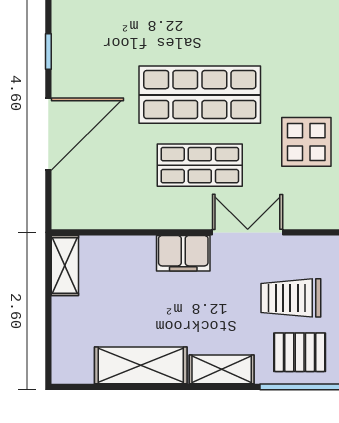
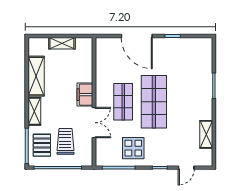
shelving: (65, 265) -> (62, 43), moved

